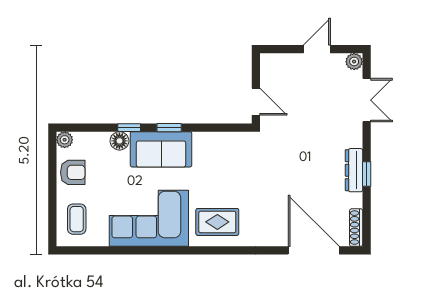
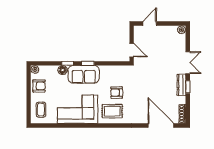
door: (317, 49) -> (150, 24), moved
double door: (367, 100) -> (188, 63), moved
armchair: (226, 185) -> (117, 93), added

